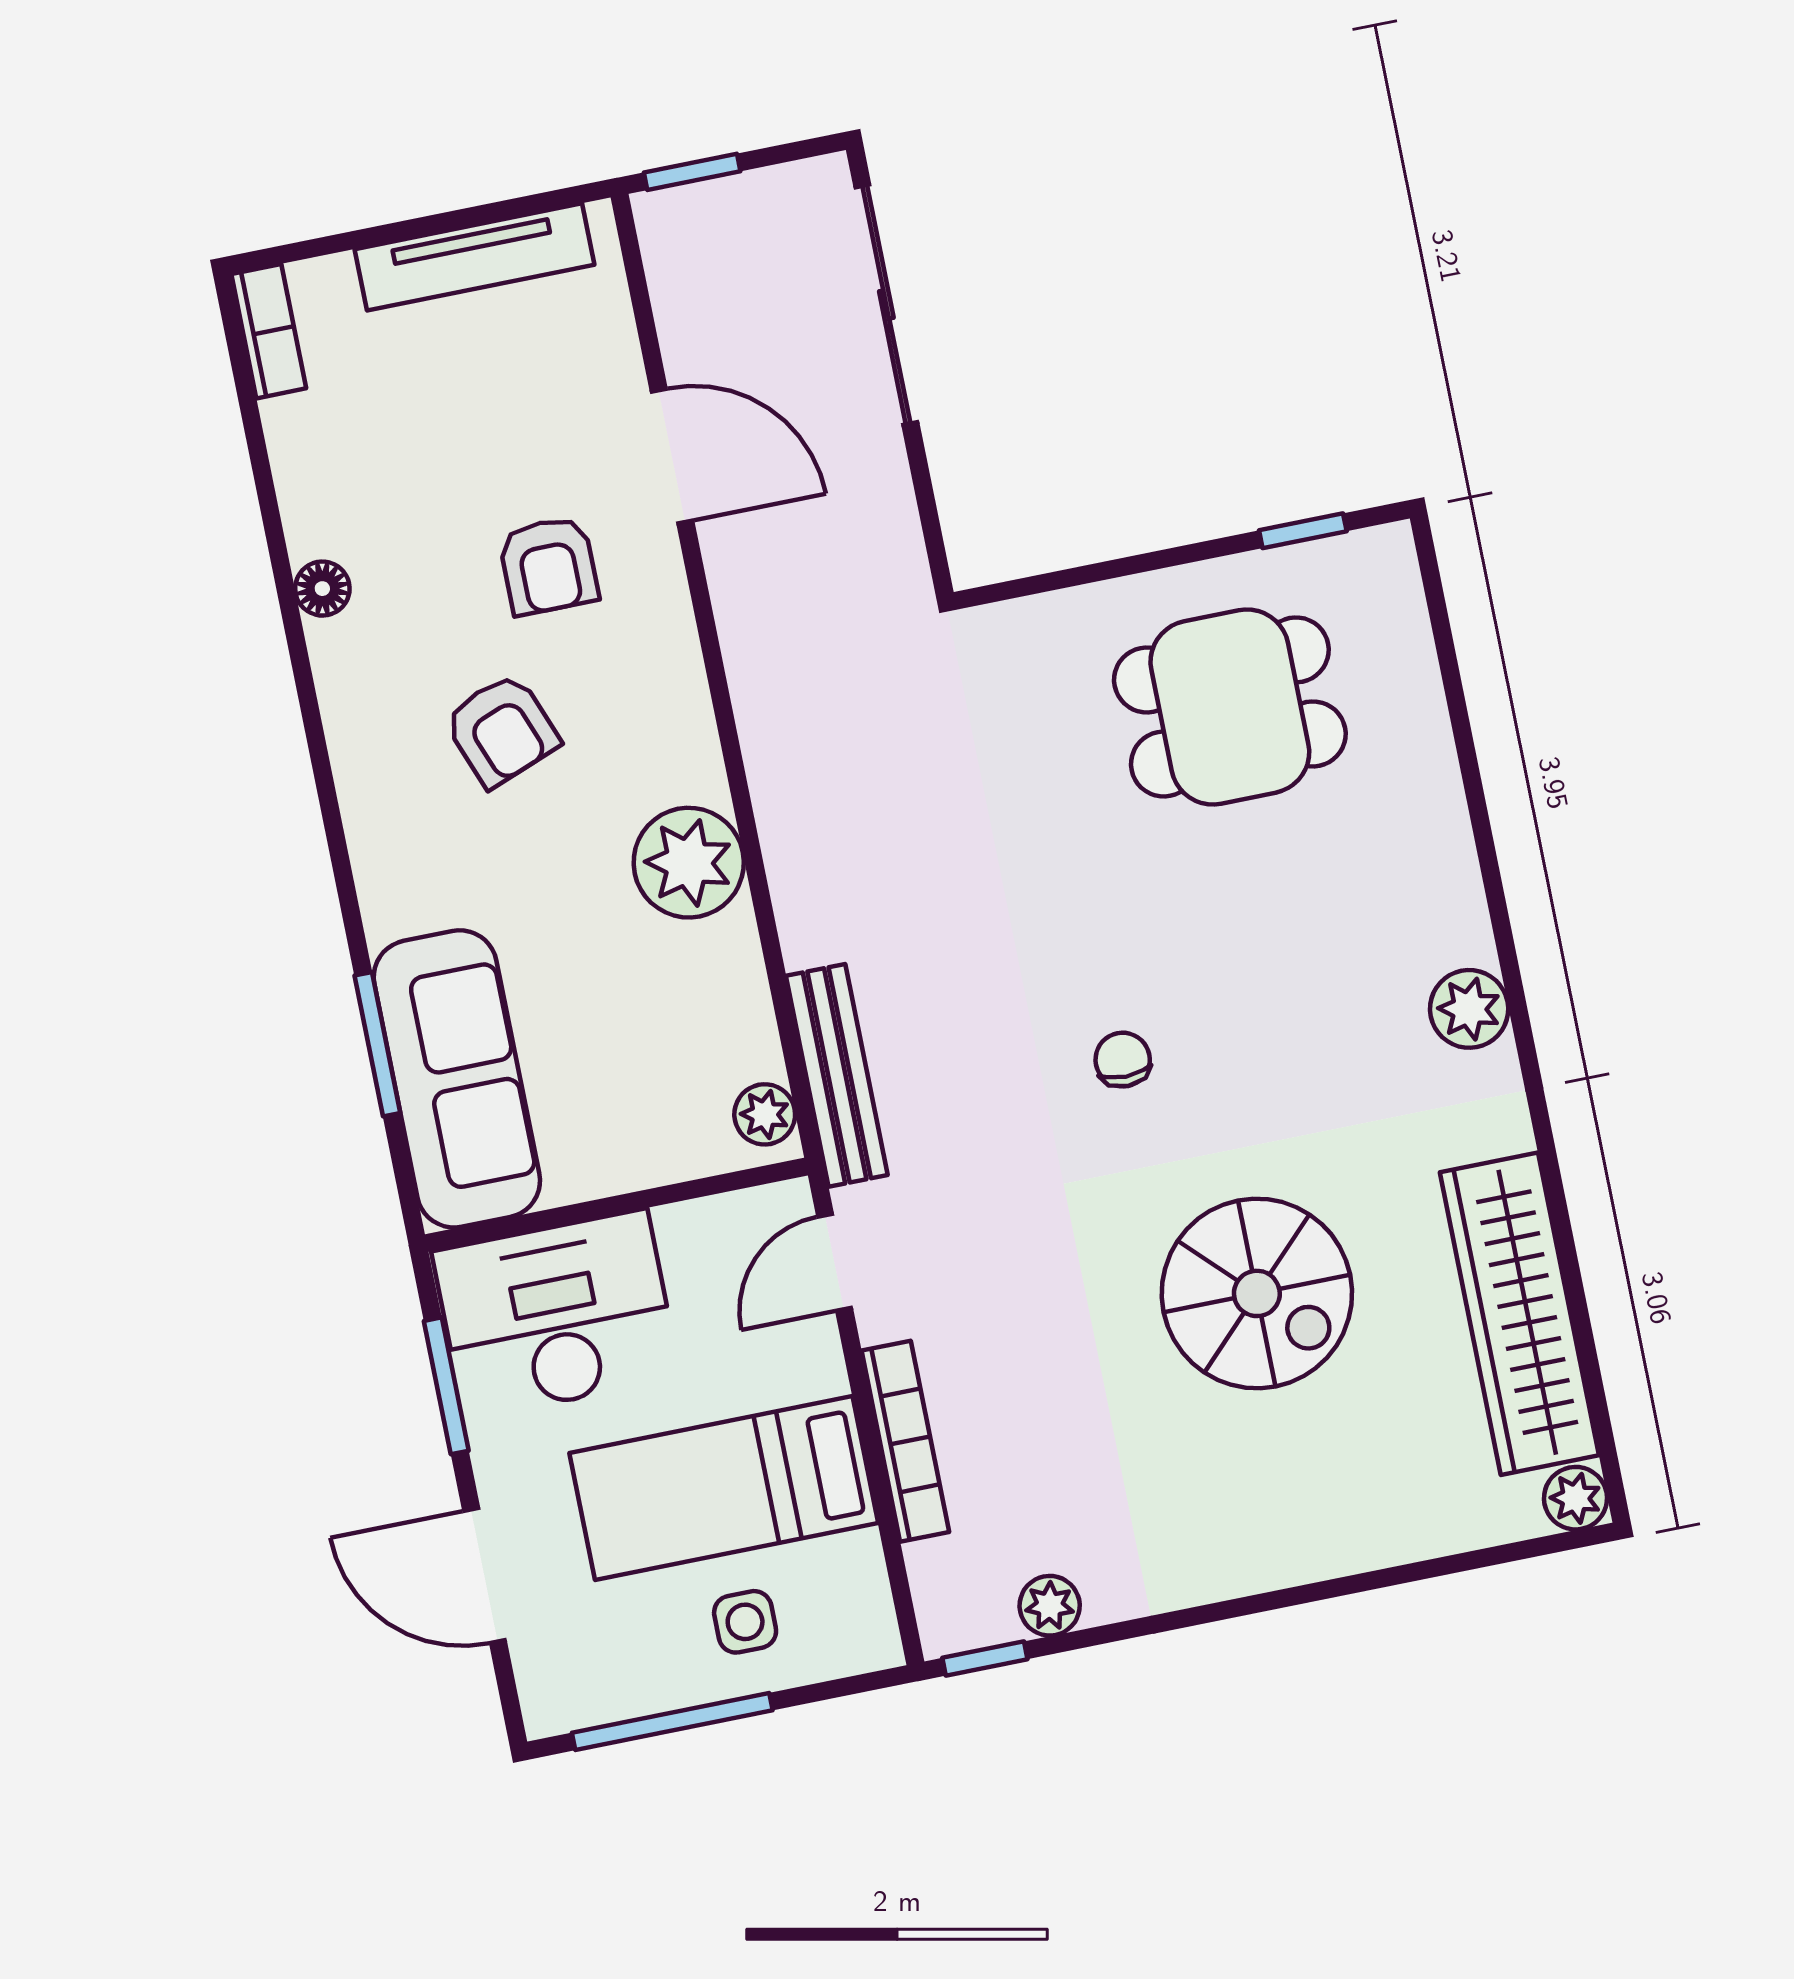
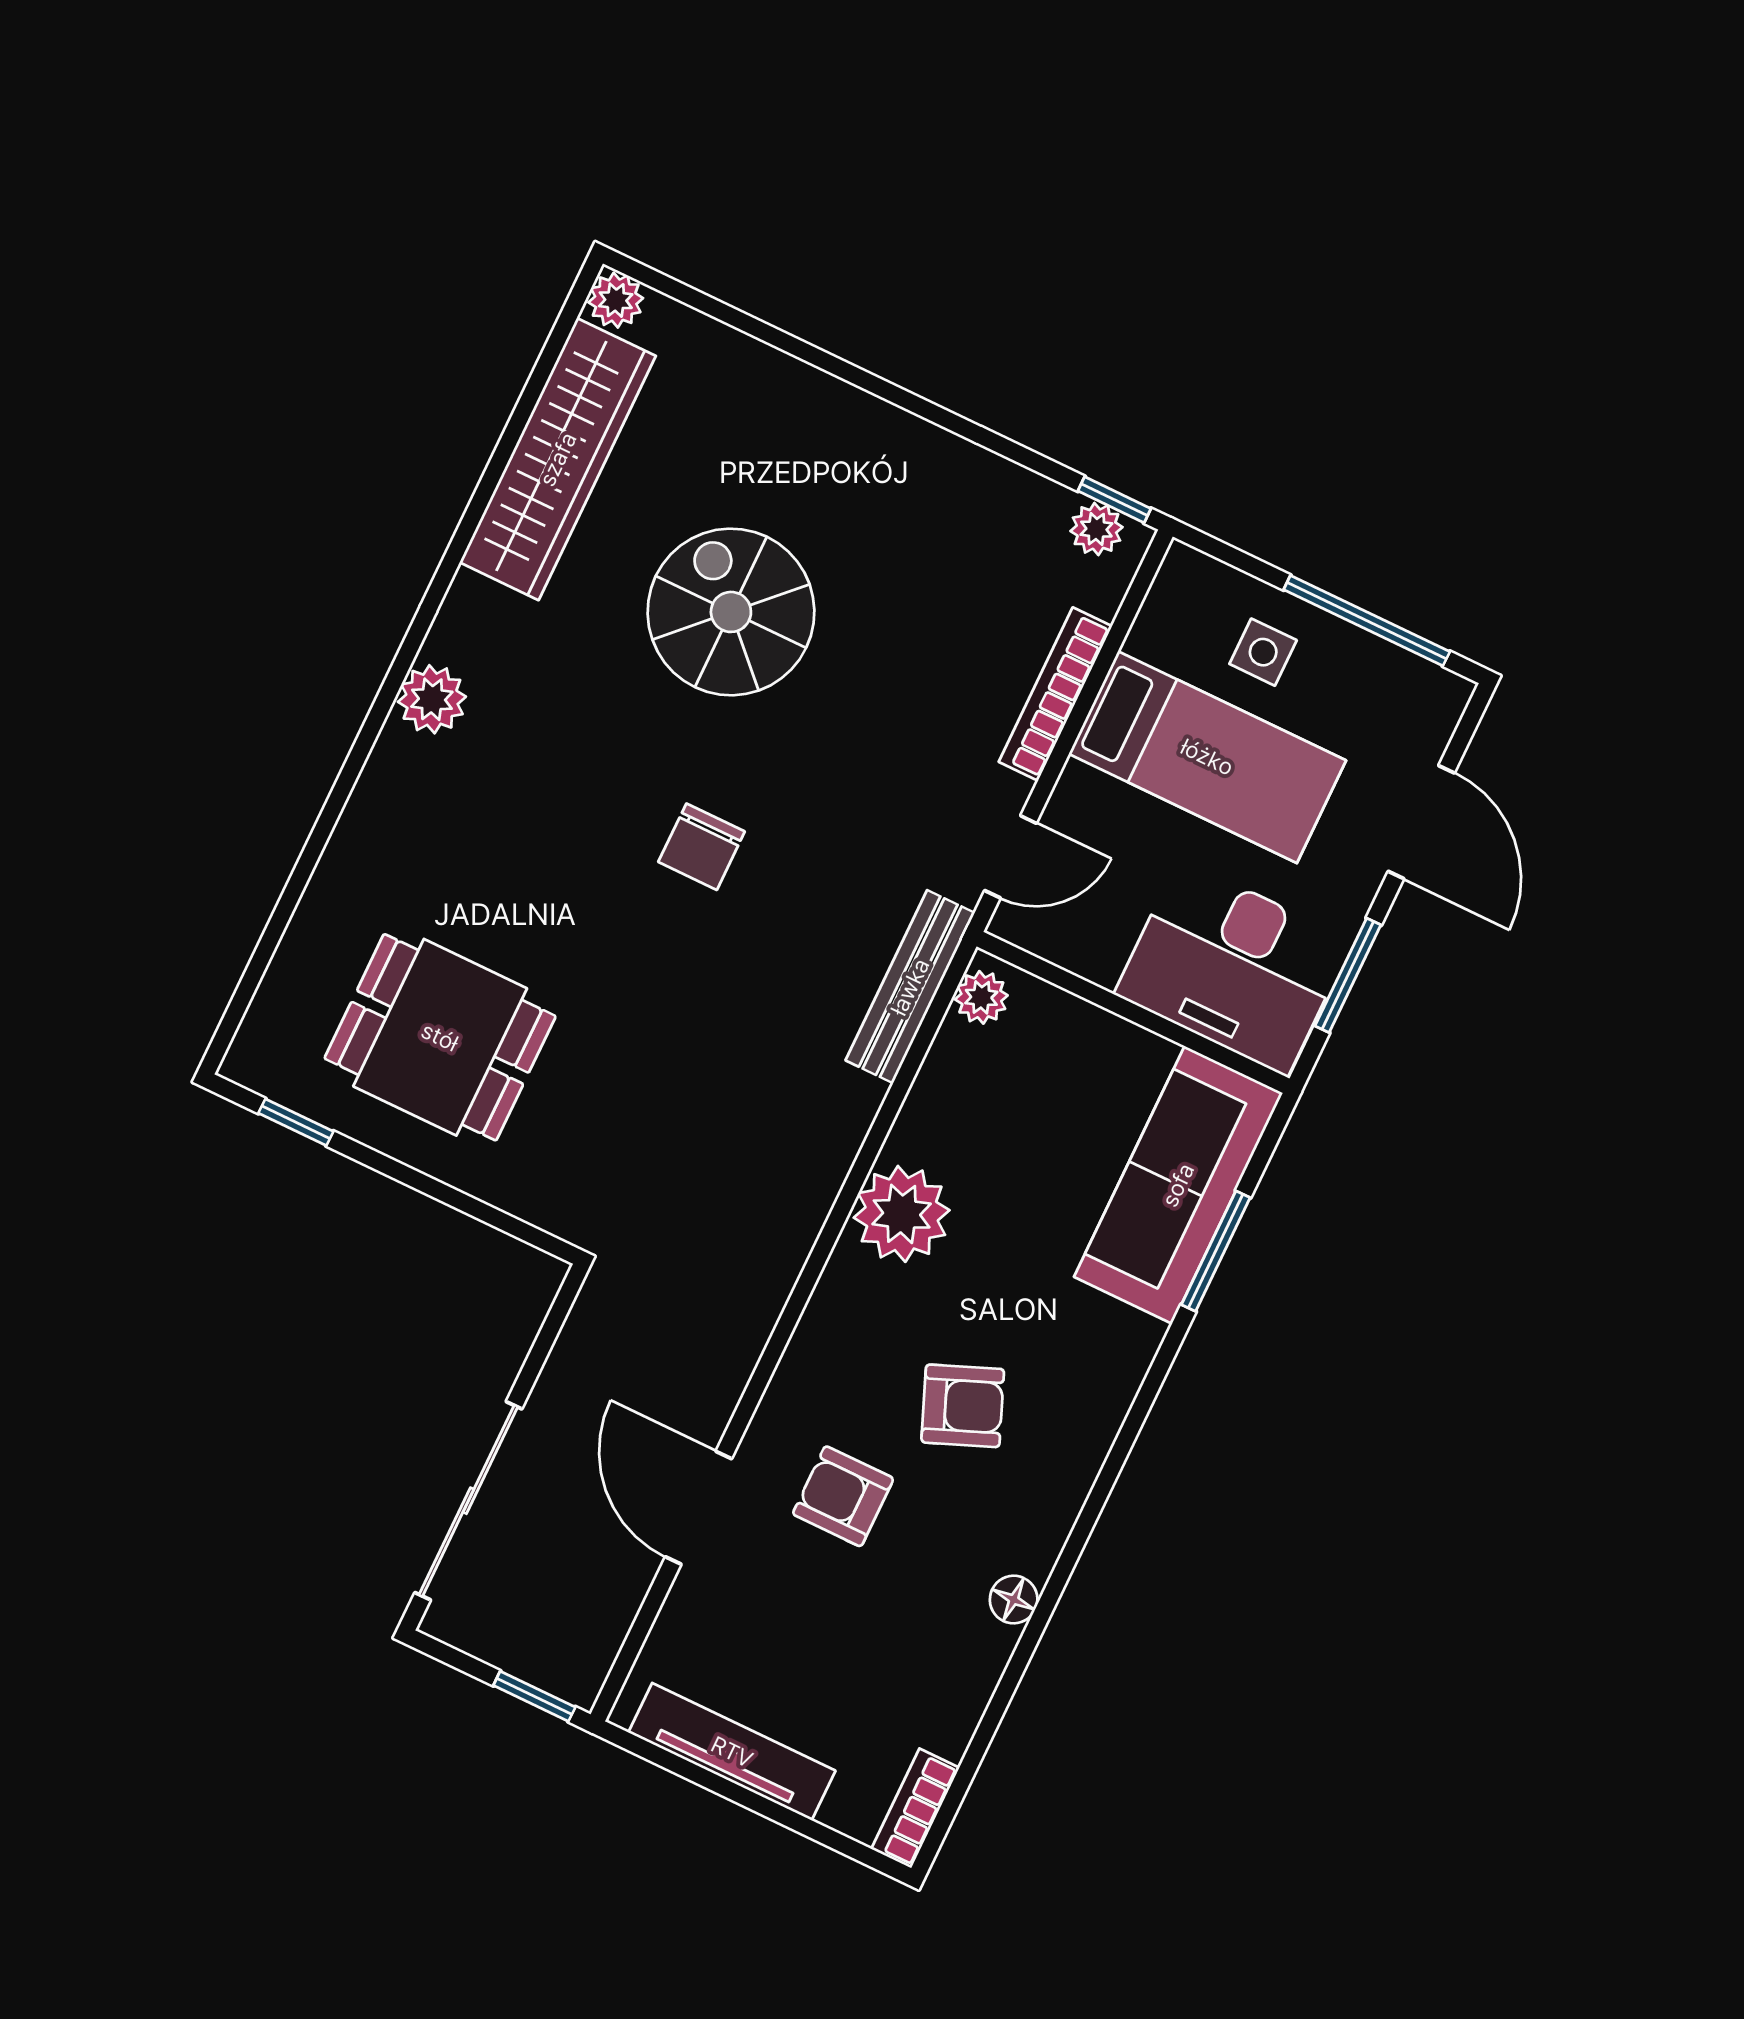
armchair: (548, 566) -> (843, 1496), turned -90
armchair: (502, 730) -> (963, 1406), turned 89
chair: (1123, 1060) -> (702, 847), width x1.37, depth x1.37
plant: (1050, 1606) -> (1096, 529), moved

